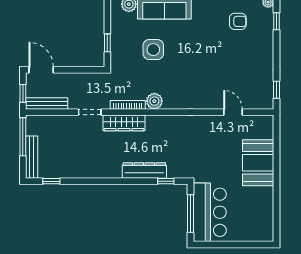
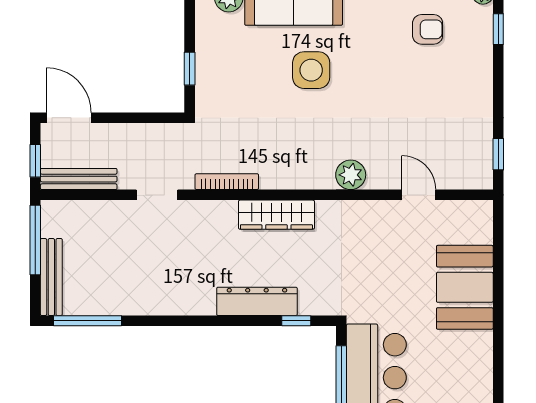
side table: (153, 50) -> (311, 70), moved
plant: (154, 101) -> (351, 175), moved
wardrobe: (124, 123) -> (276, 215), moved
window: (51, 181) -> (87, 321), width x2.17

